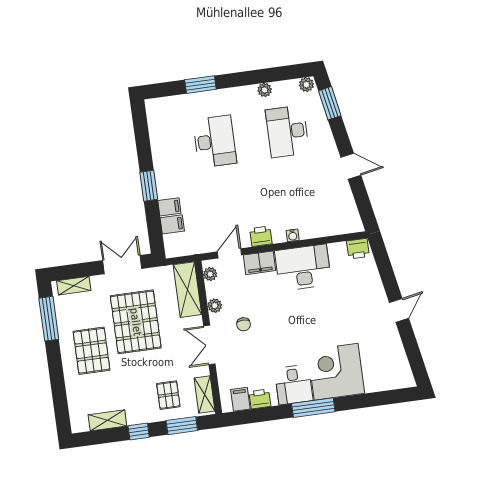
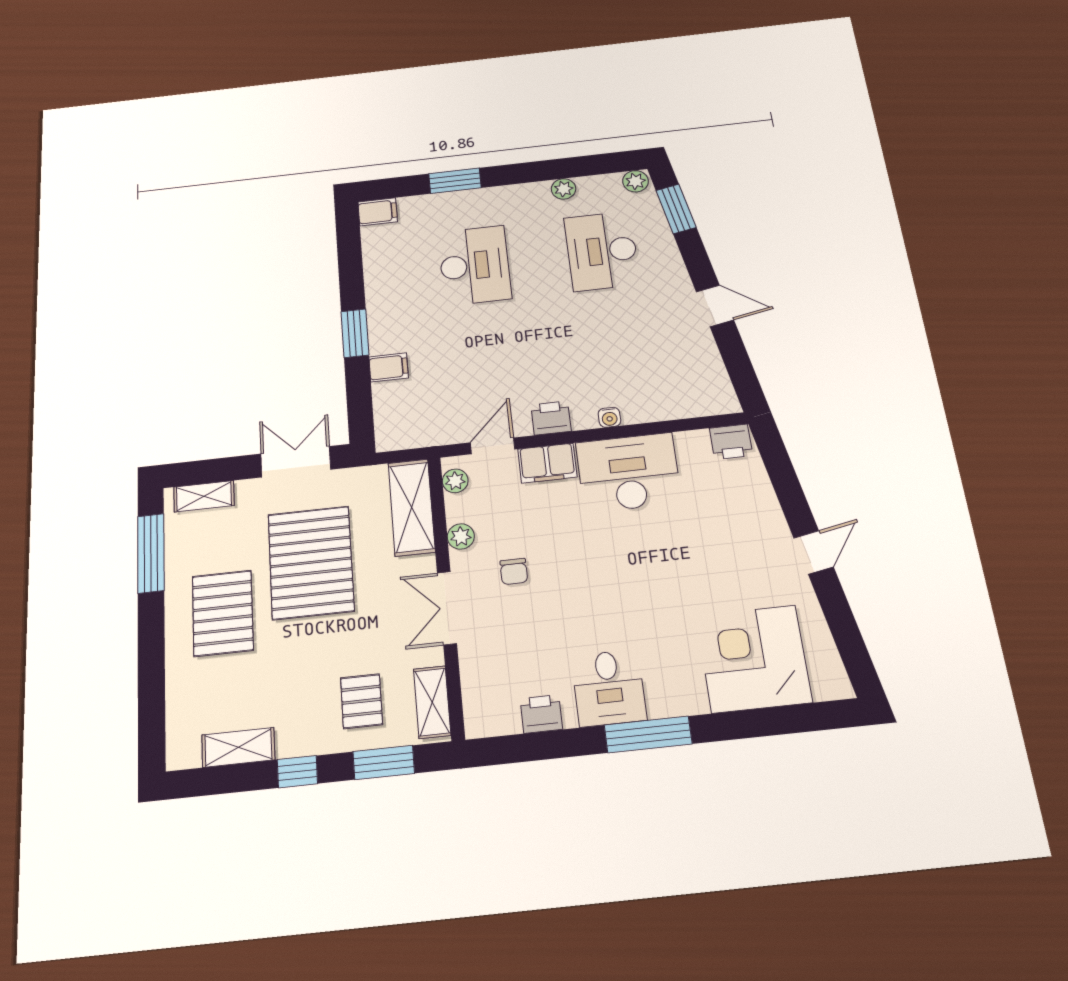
filing cabinet: (172, 224) -> (378, 212), moved
corner desk: (336, 372) -> (754, 659), moved
filing cabinet: (240, 399) -> (502, 714), removed

